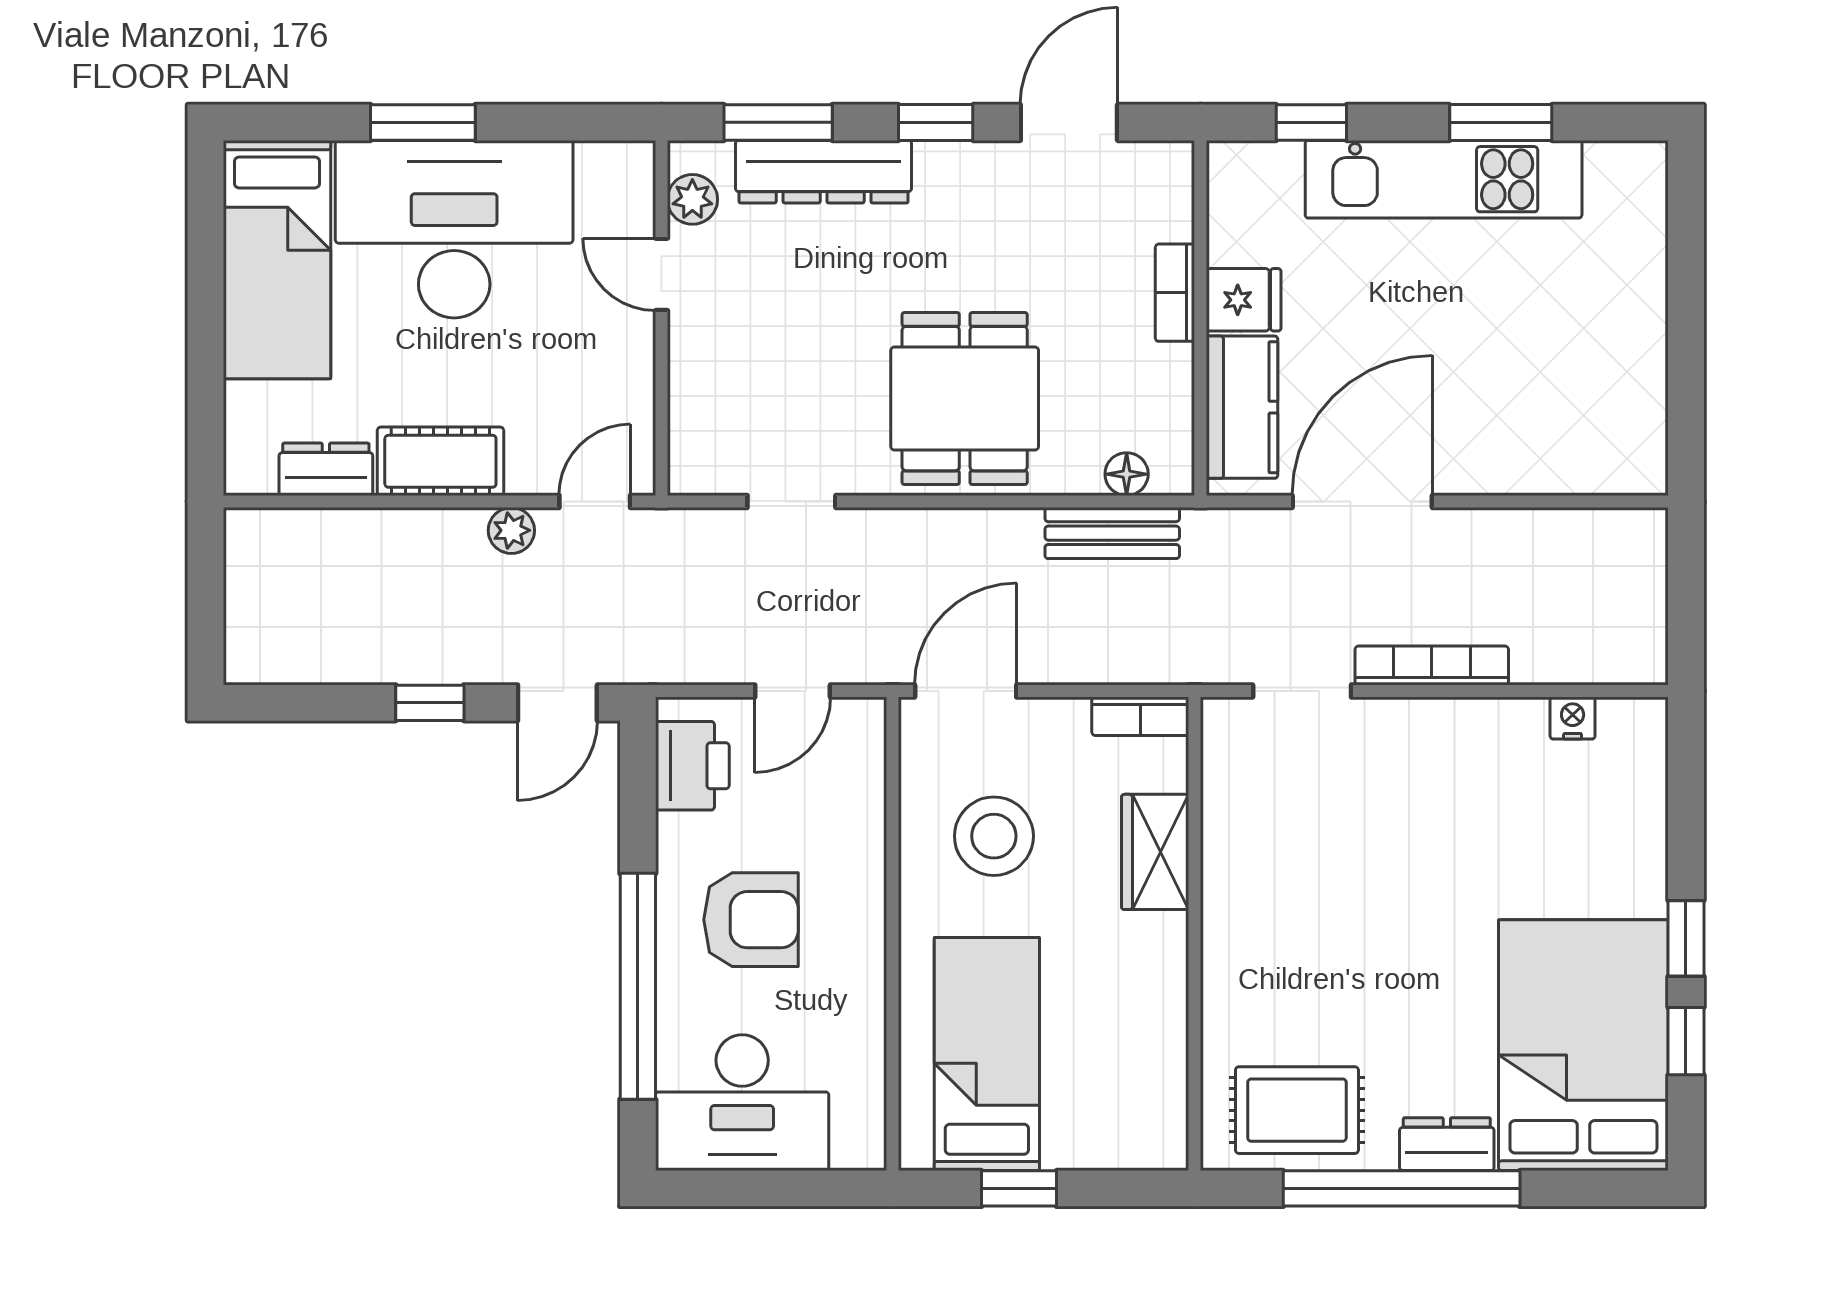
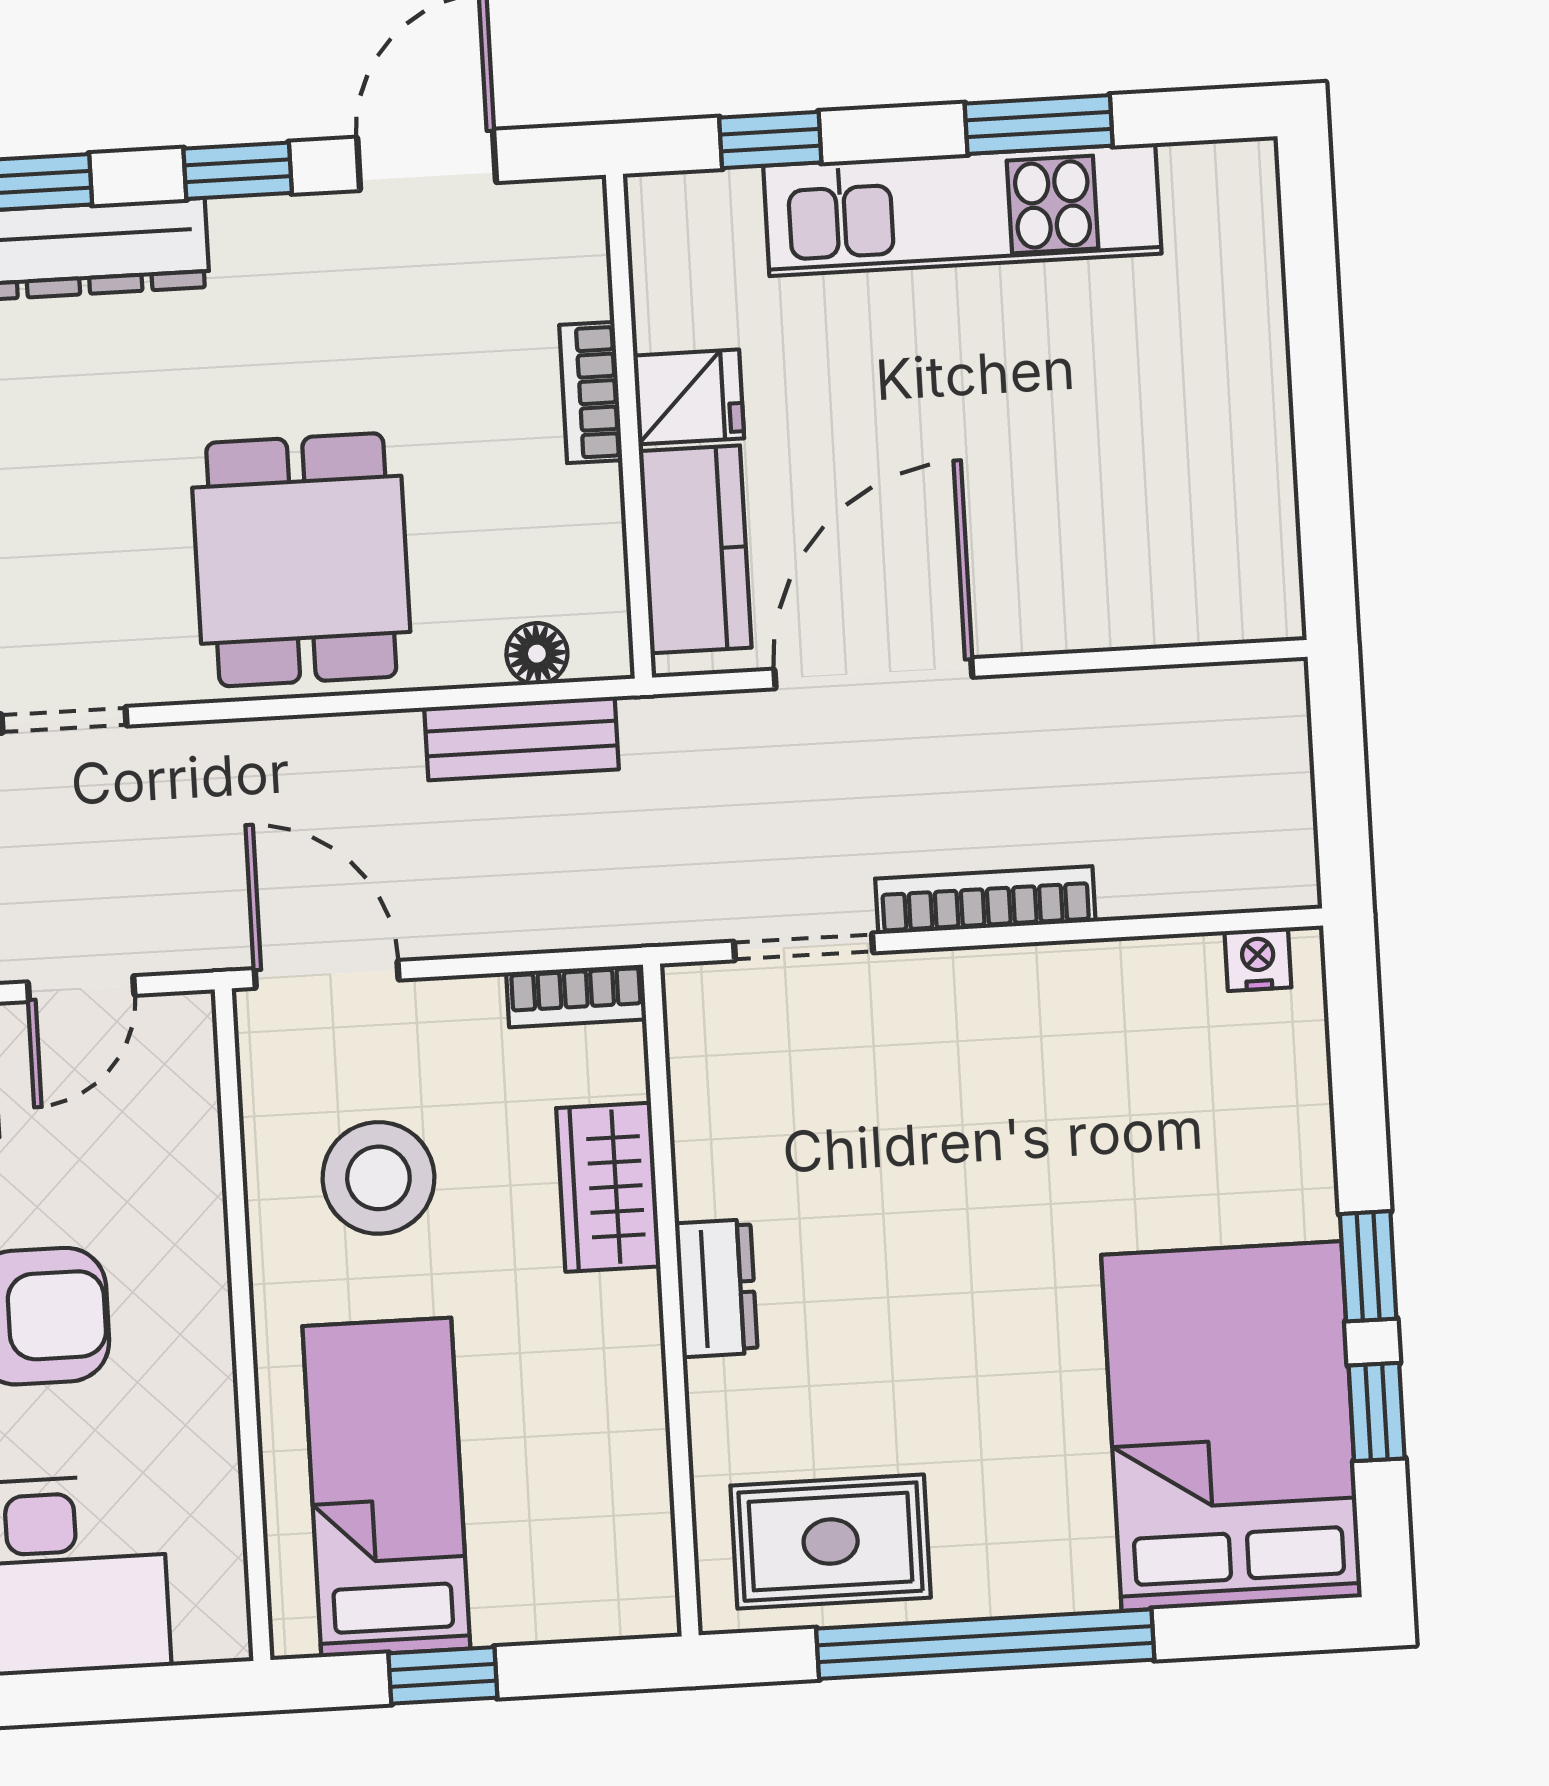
door: (966, 691) -> (327, 974), hinge flipped
nightstand: (1573, 718) -> (1258, 959), moved
dresser: (1447, 1144) -> (716, 1288), moved, turned 90

